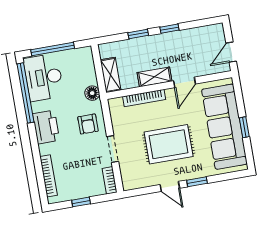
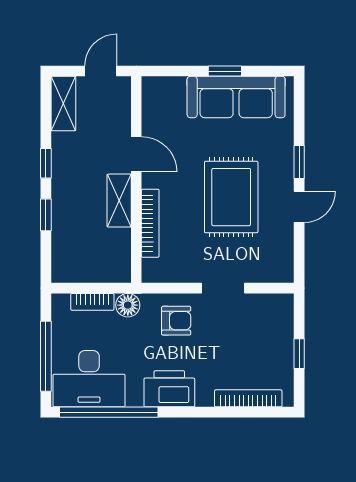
door: (231, 52) -> (101, 71), swing flipped
shelving: (111, 75) -> (63, 104), moved, turned 90
sofa: (224, 127) -> (236, 97), width x0.74, depth x0.79
bookcase: (110, 180) -> (92, 302), moved

